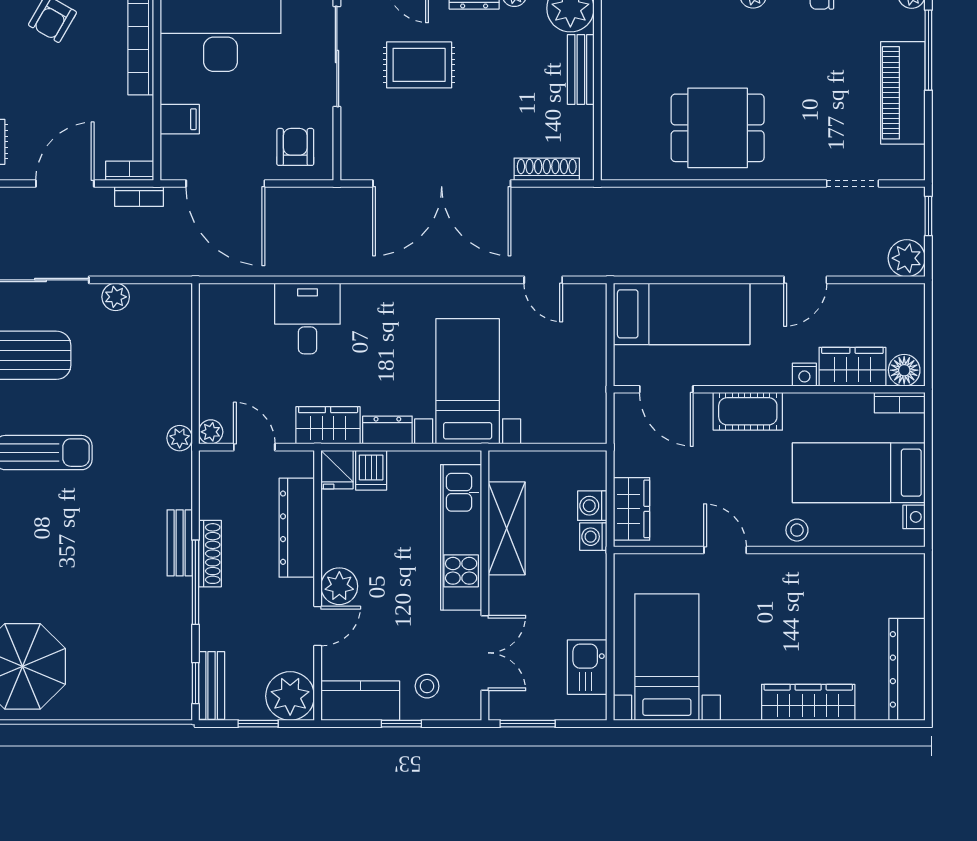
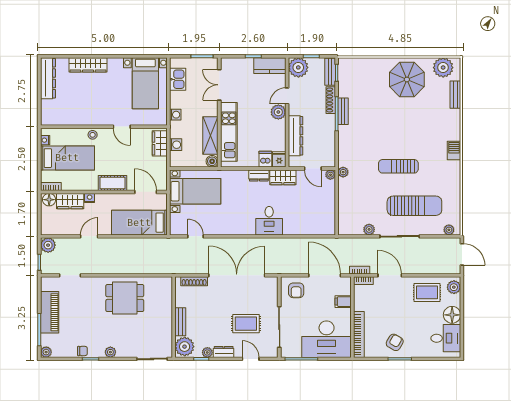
door: (65, 184) -> (390, 275), swing flipped
desk: (307, 318) -> (269, 221), moved
bed with nightstands: (468, 381) -> (195, 191), moved, turned -90
boiler: (503, 465) -> (212, 161), added
washing machine: (593, 537) -> (175, 115), moved
bench: (180, 543) -> (343, 111), moved
shoe rack: (210, 554) -> (331, 100), moved
stool: (427, 686) -> (243, 71), removed

